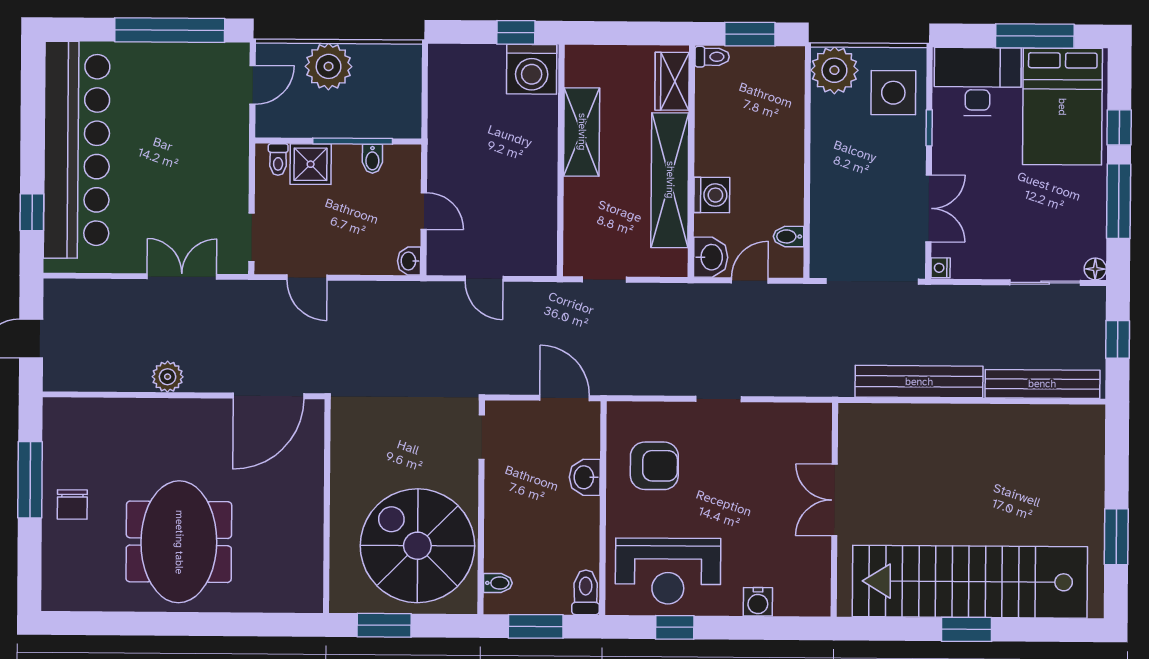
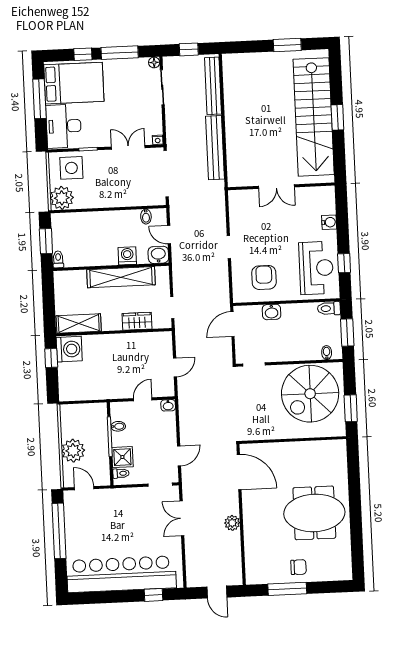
wardrobe: (672, 81) -> (137, 321), moved, turned 180
shelving: (582, 132) -> (79, 323), moved

